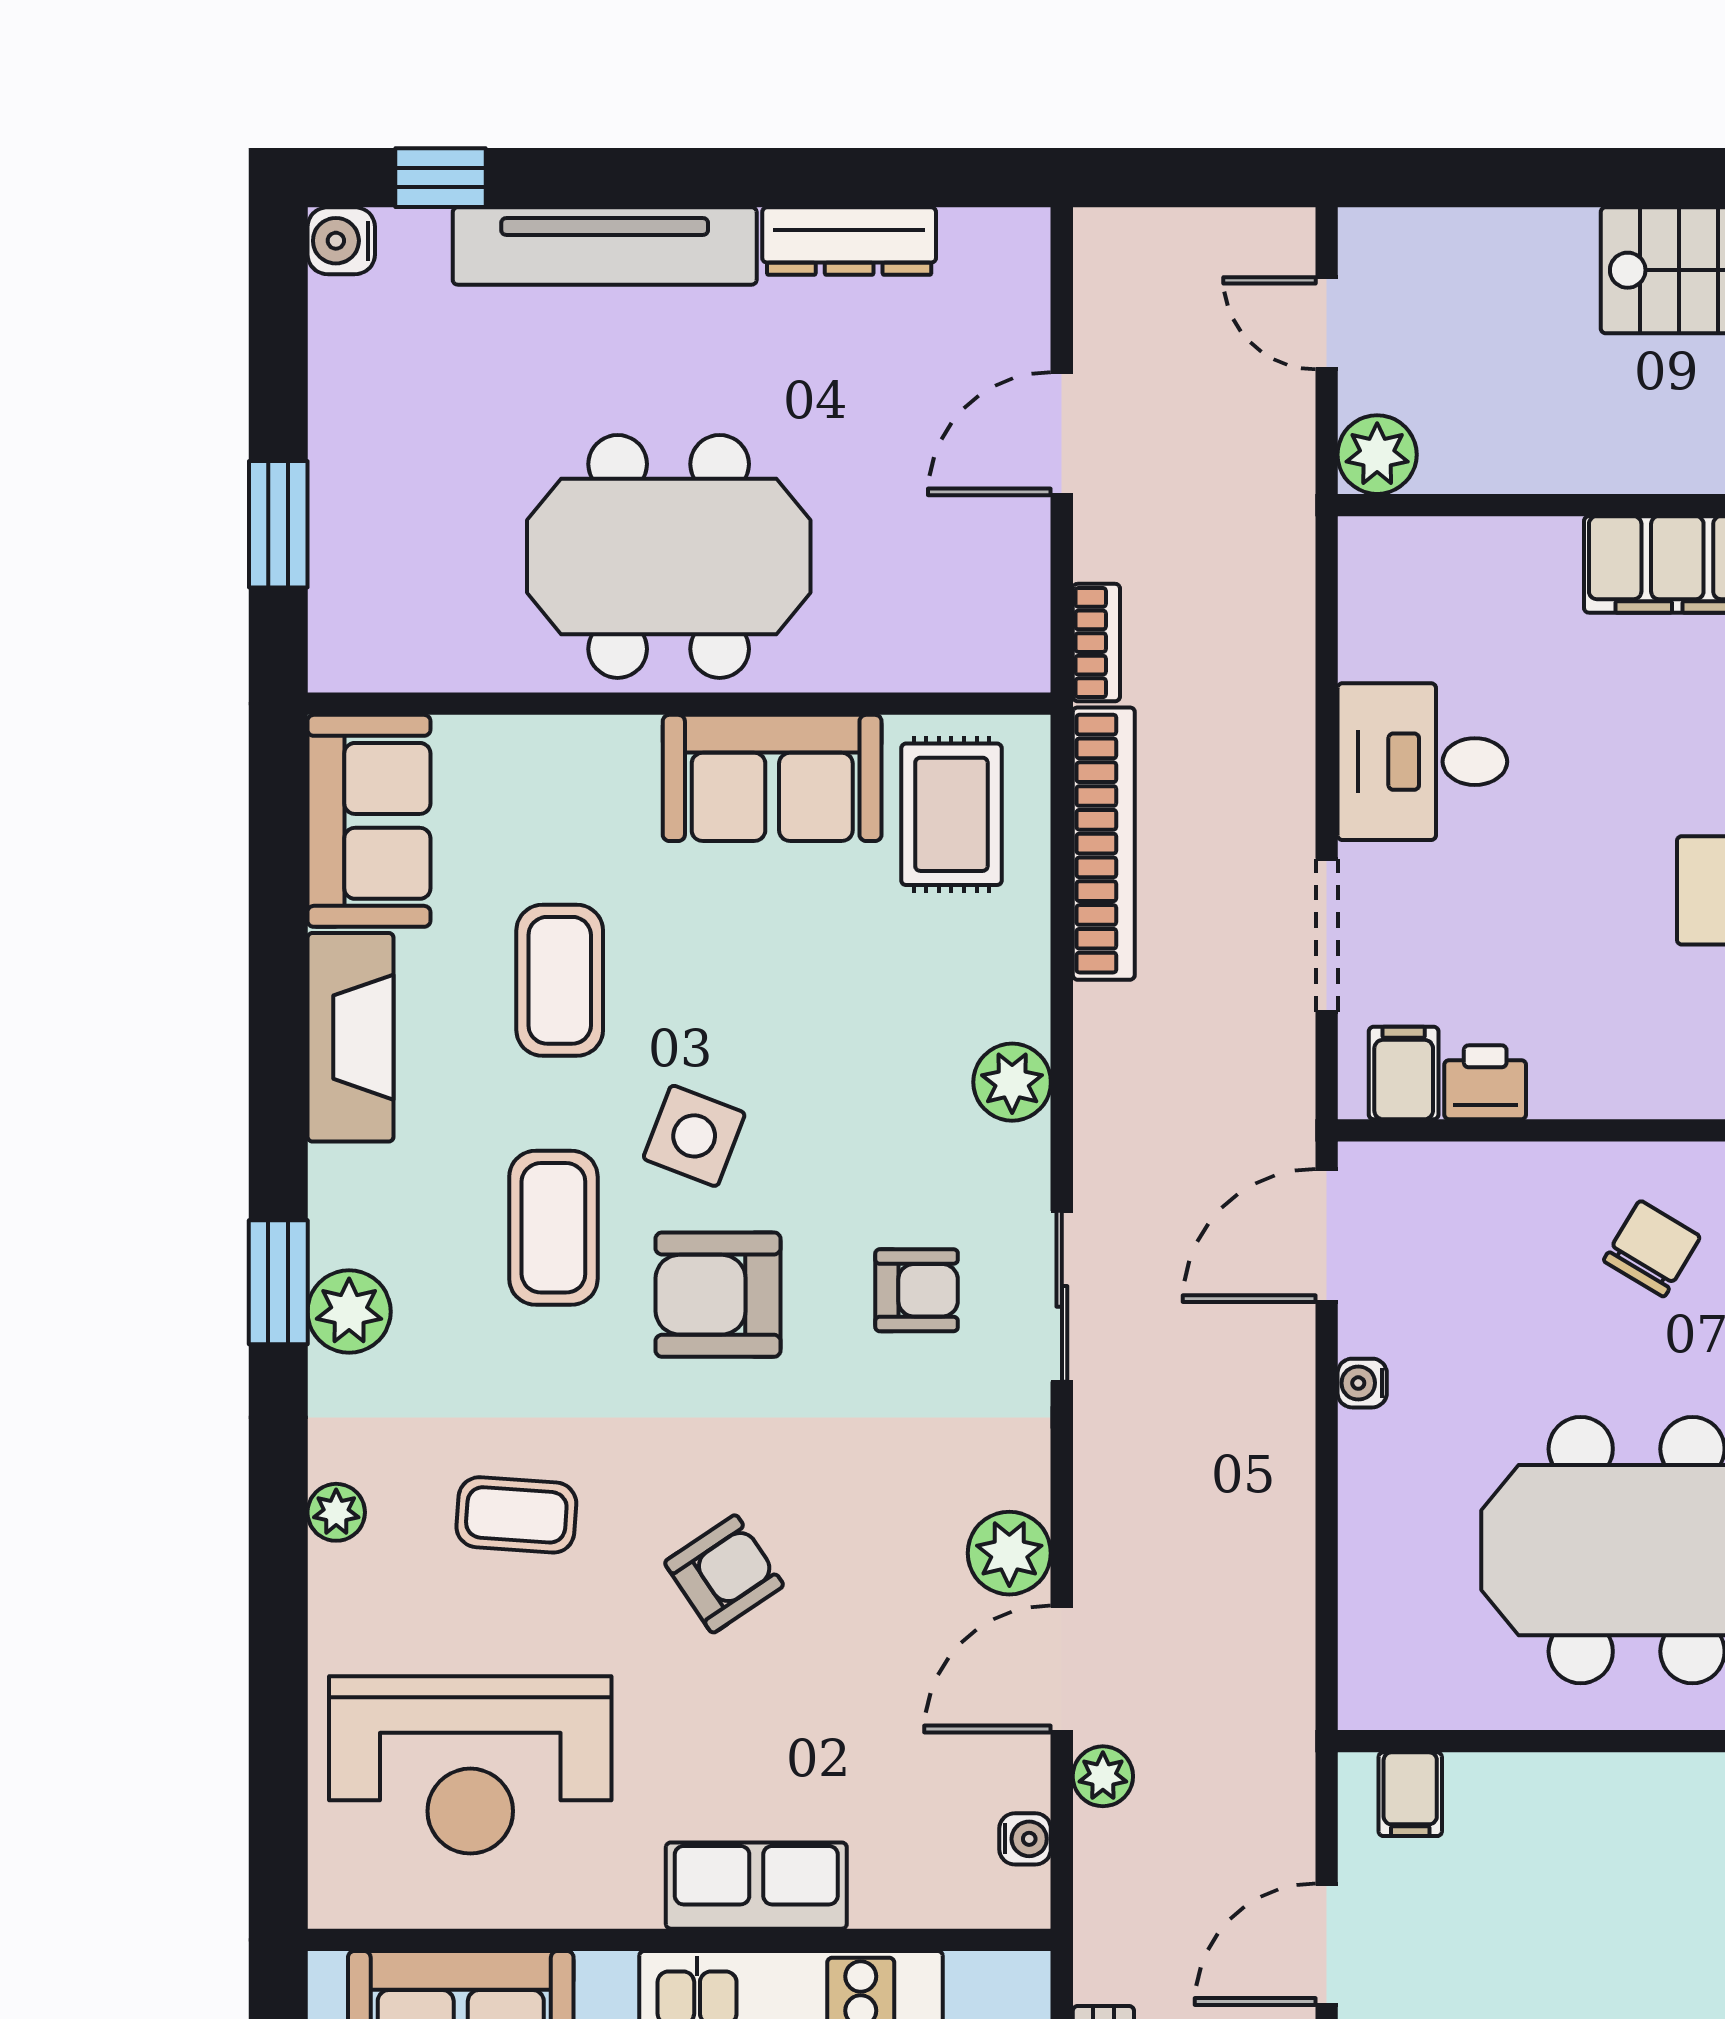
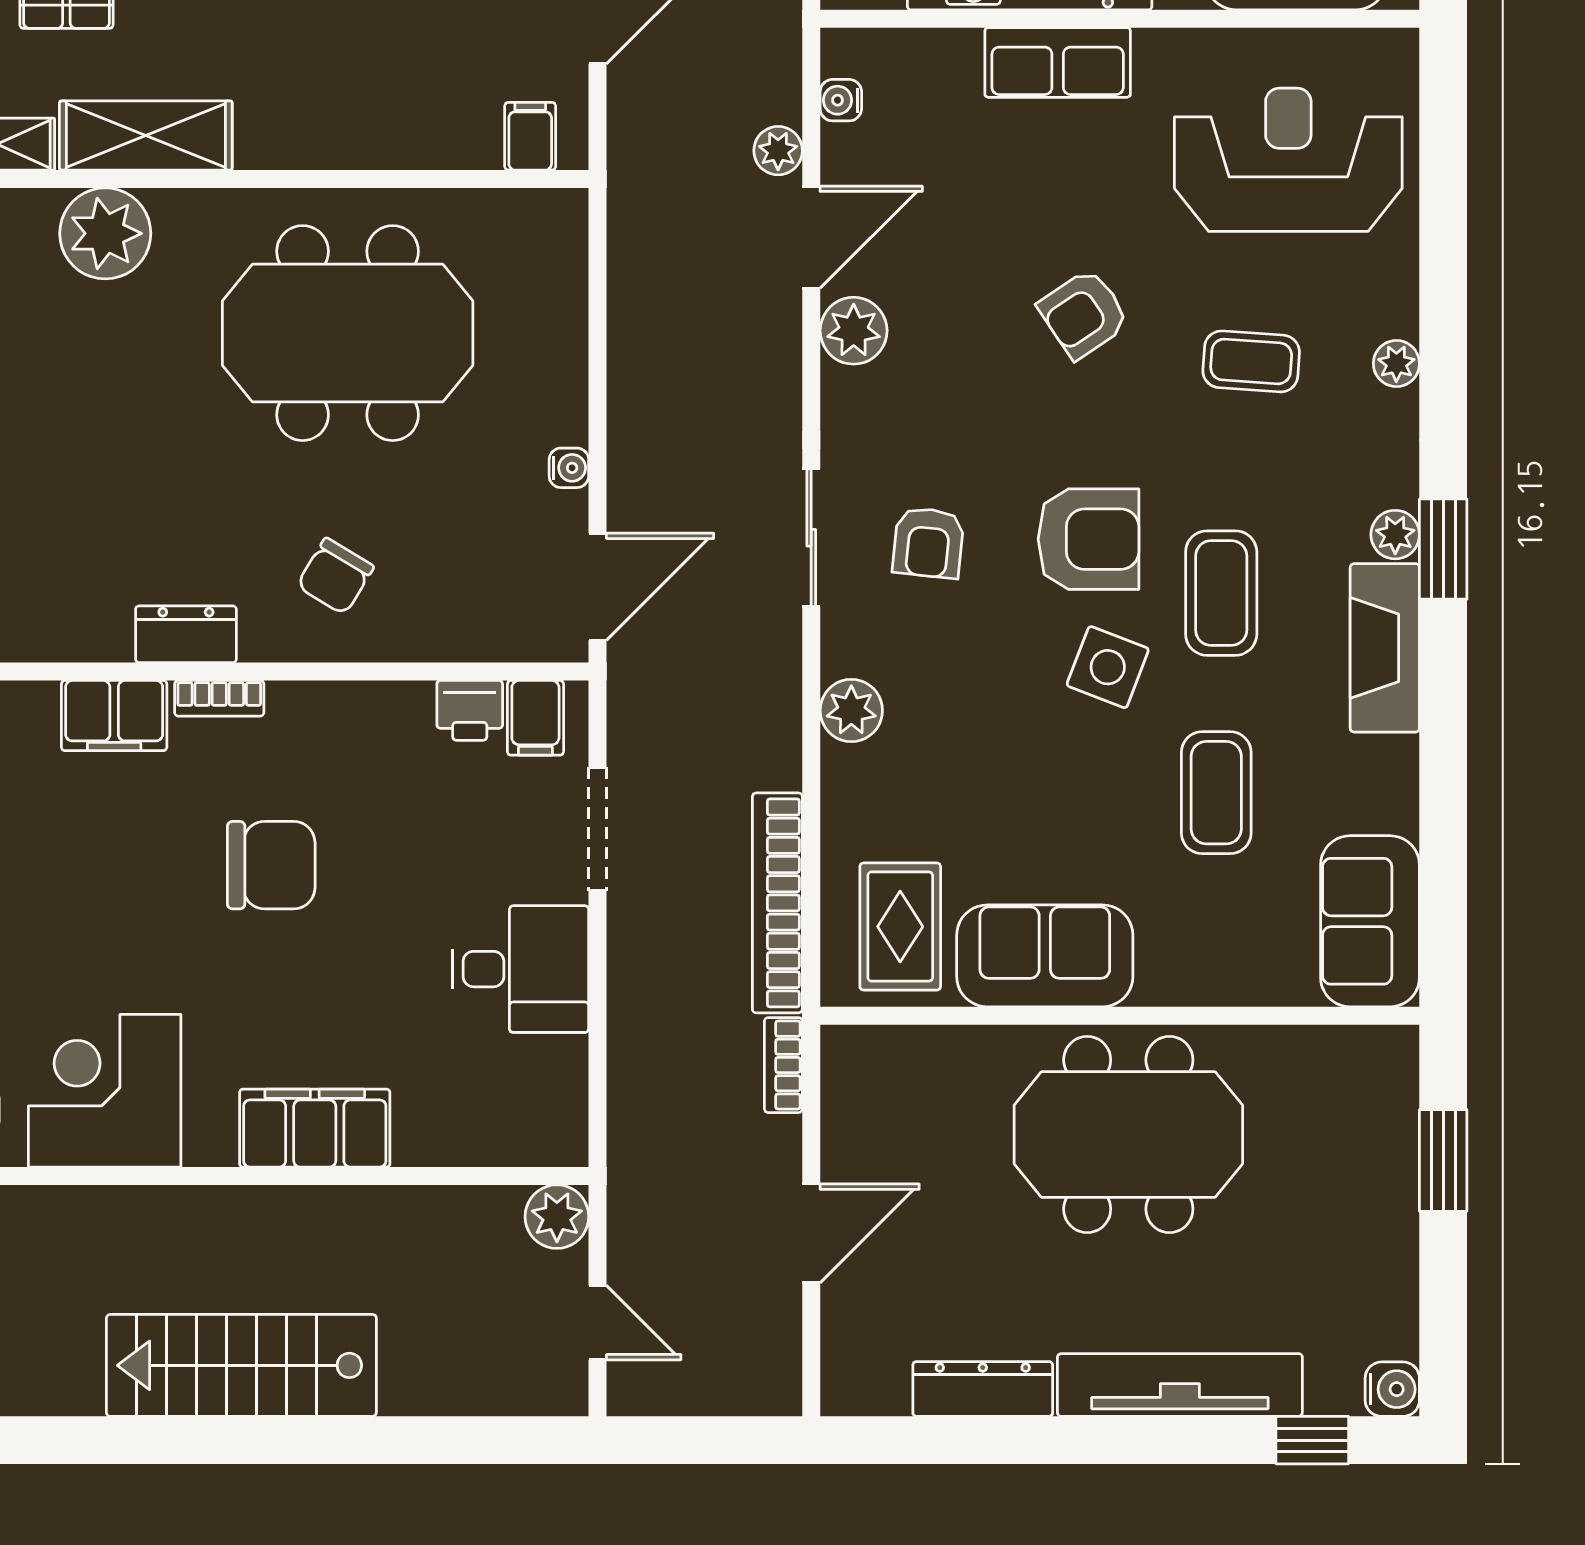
fireplace: (351, 1037) -> (1385, 648), moved
armchair: (917, 1290) -> (928, 543), turned -84
plant: (349, 1312) -> (1395, 535), width x0.73, depth x0.73

